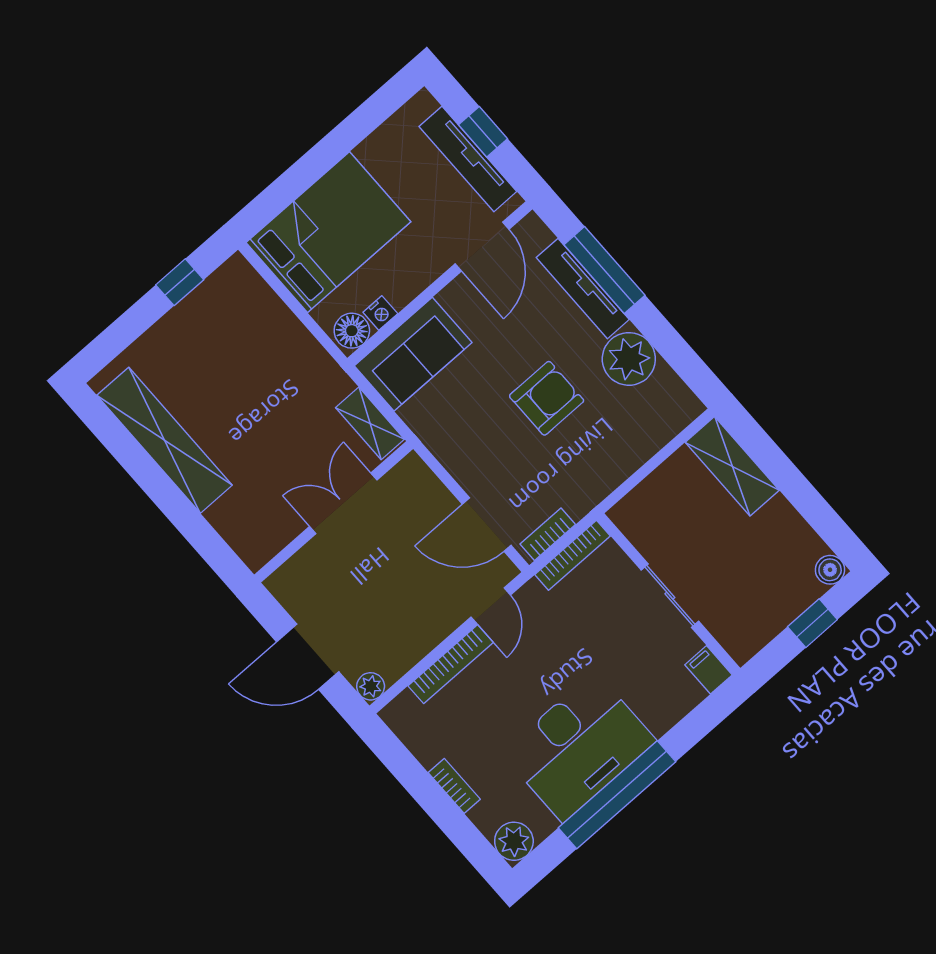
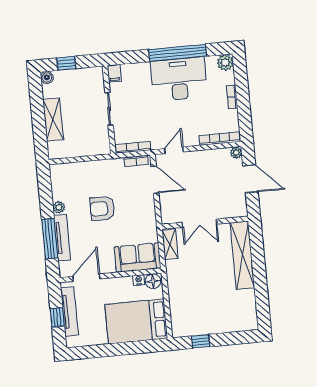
plant: (629, 359) -> (59, 207), width x0.53, depth x0.53
shelving: (165, 440) -> (242, 255), moved
shelving: (732, 466) -> (53, 120), moved
bookcase: (451, 664) -> (220, 139), moved

